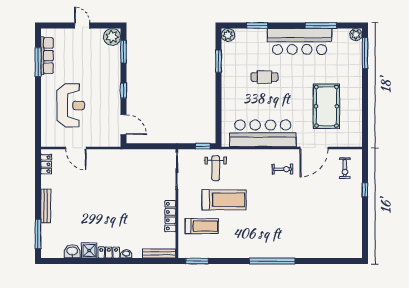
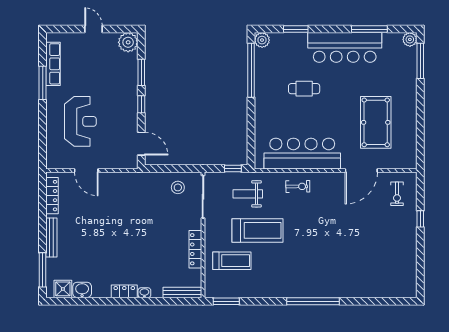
window: (124, 52) -> (141, 72), moved
window: (218, 61) -> (251, 70), width x2.11
window: (38, 62) -> (43, 83), moved
stool: (155, 163) -> (178, 187), added
locker: (46, 164) -> (52, 196), width x1.53
weight bench: (216, 168) -> (248, 194), turned 90
exercise bike: (283, 169) -> (298, 186), moved
shower: (89, 250) -> (63, 289), moved

